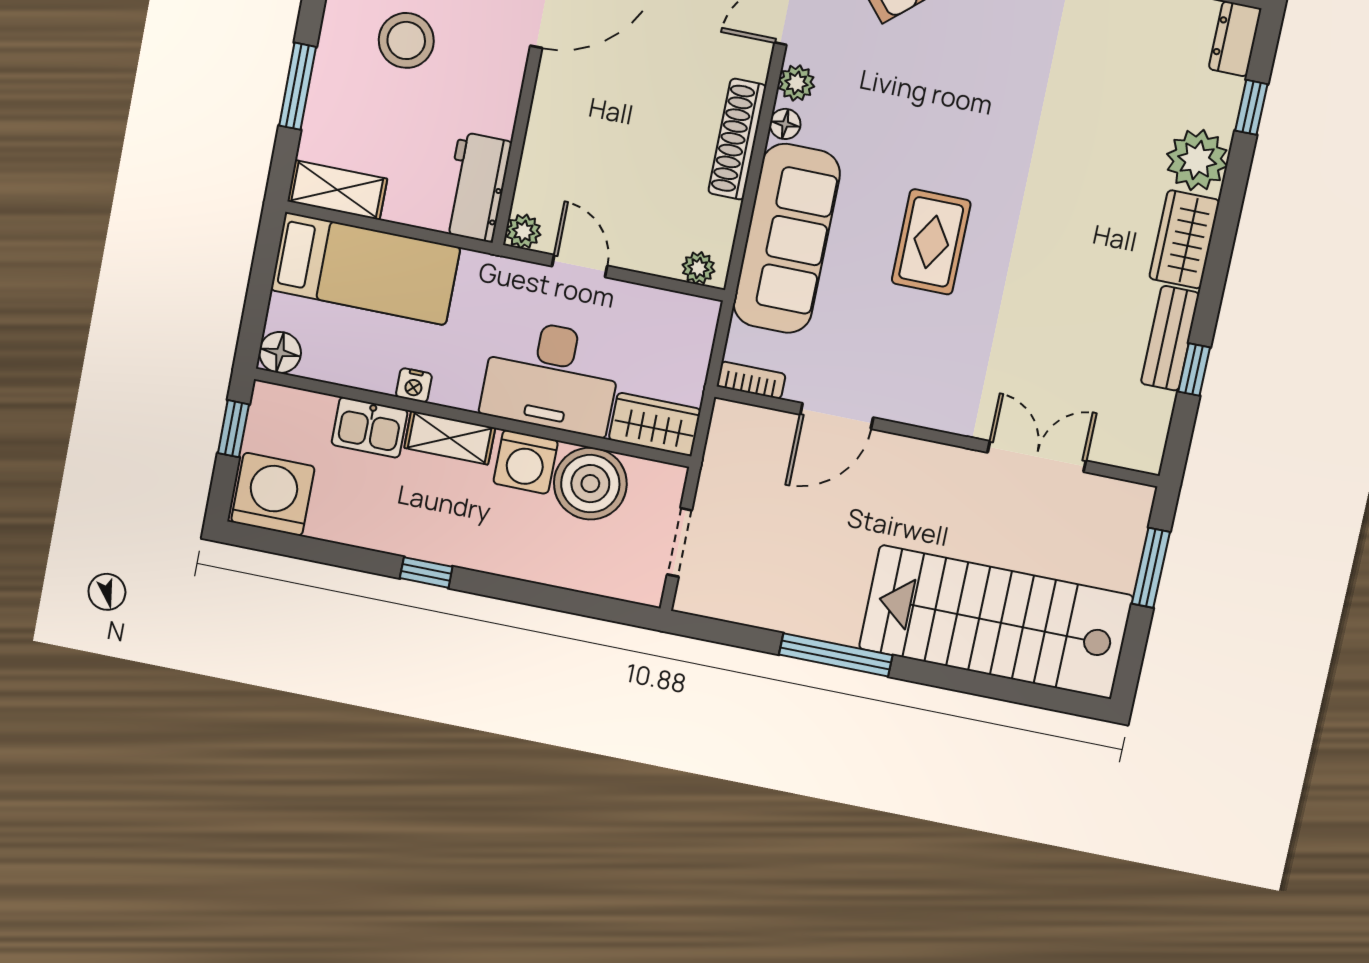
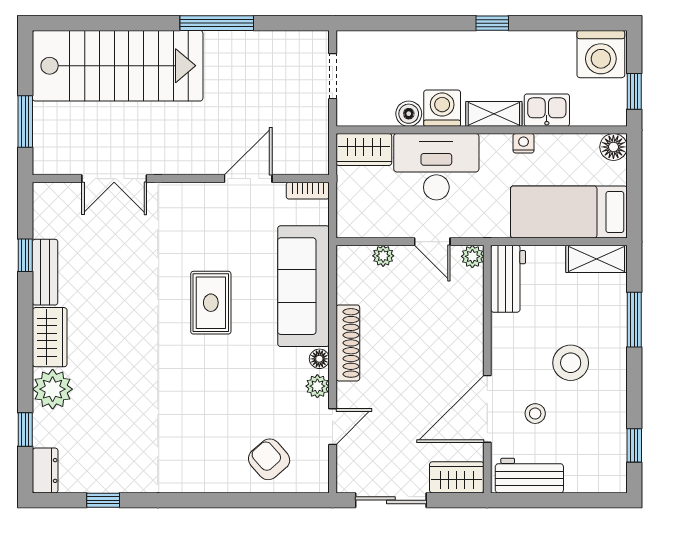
plant: (698, 268) -> (383, 256), moved
boiler: (590, 484) -> (409, 114), width x0.54, depth x0.54

